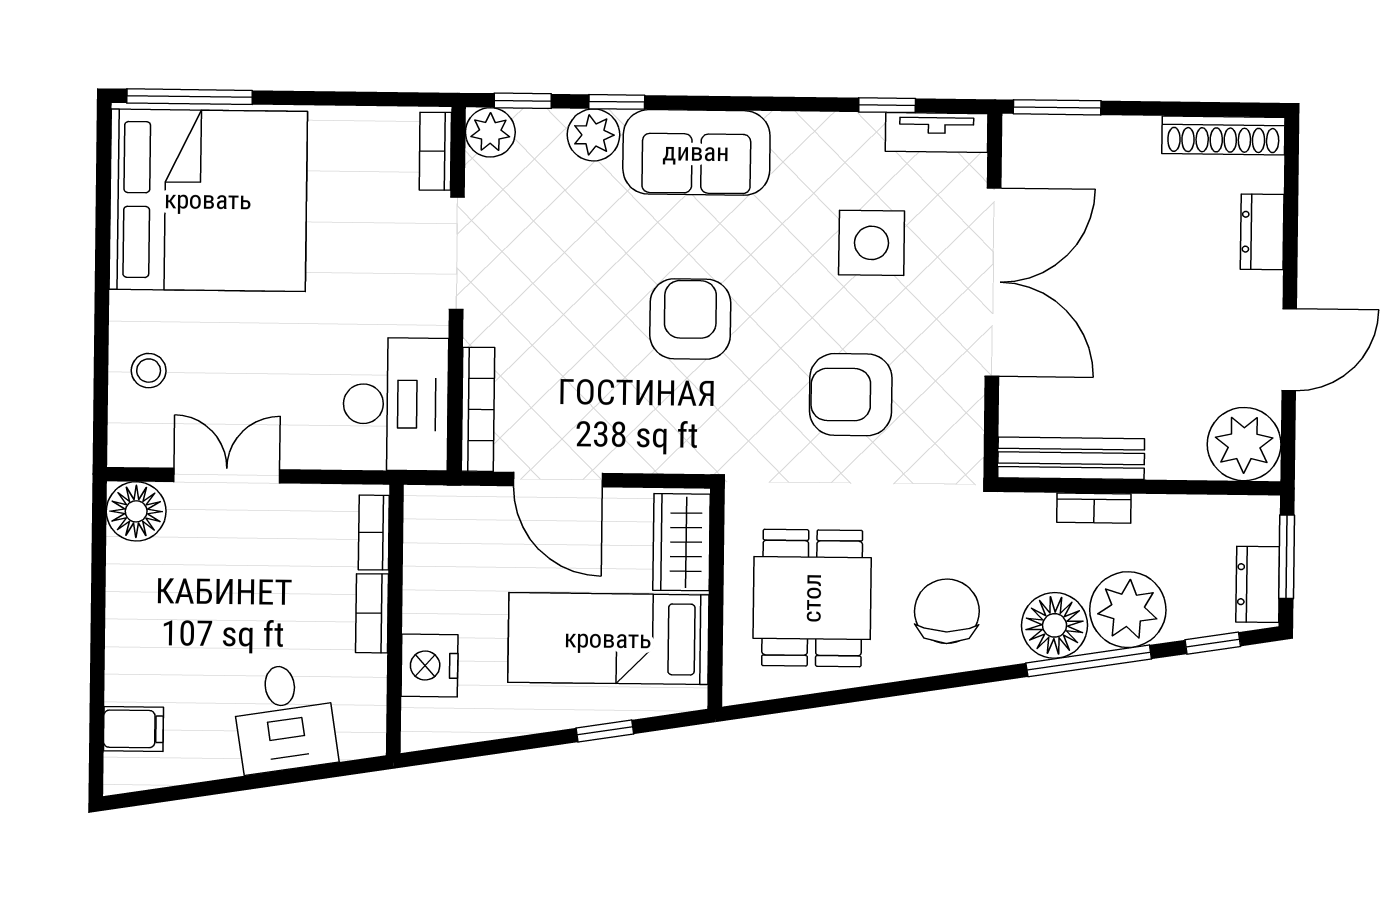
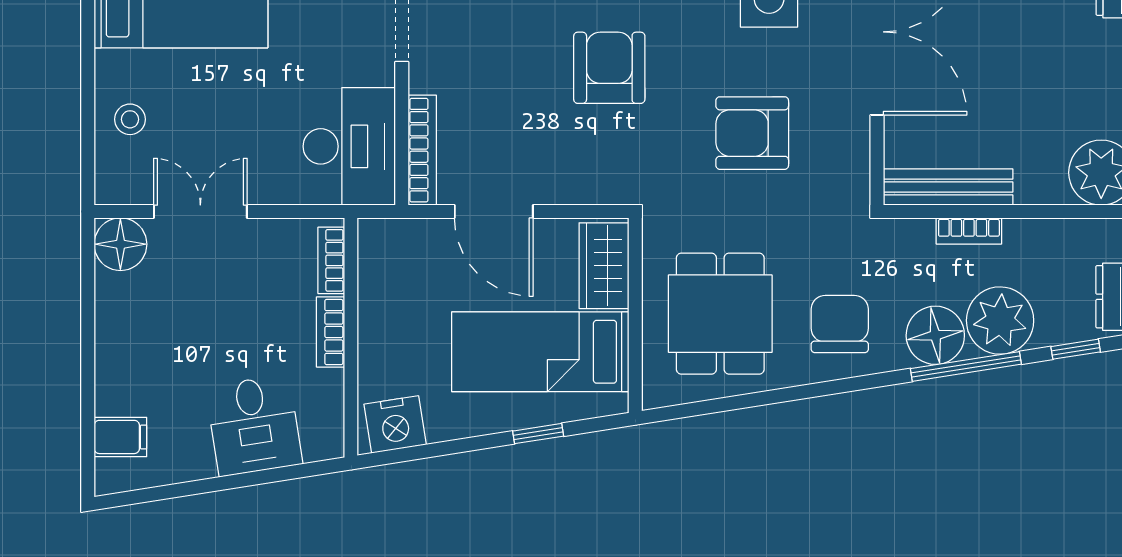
nightstand: (430, 666) -> (395, 424), moved, turned -99

